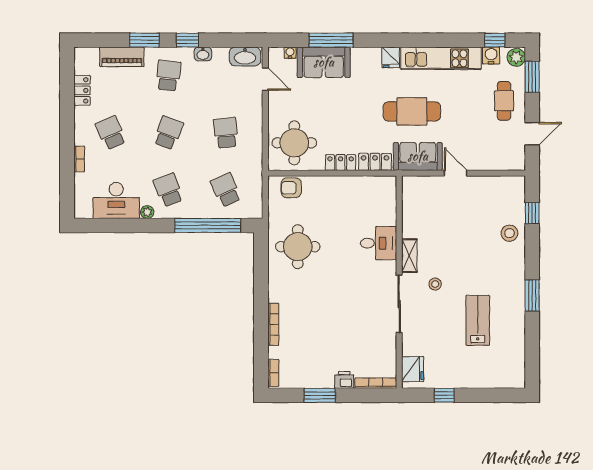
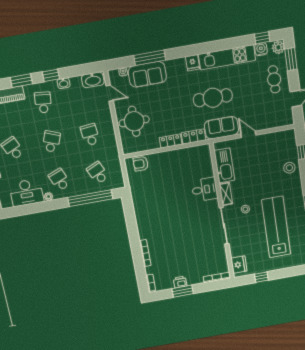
round table: (294, 143) -> (134, 121), moved
kitchen sink: (414, 212) -> (224, 165), added
round table: (298, 247) -> (152, 201), removed
lab bench: (478, 320) -> (276, 227), width x1.86, depth x1.39
printer: (344, 380) -> (180, 282), moved

